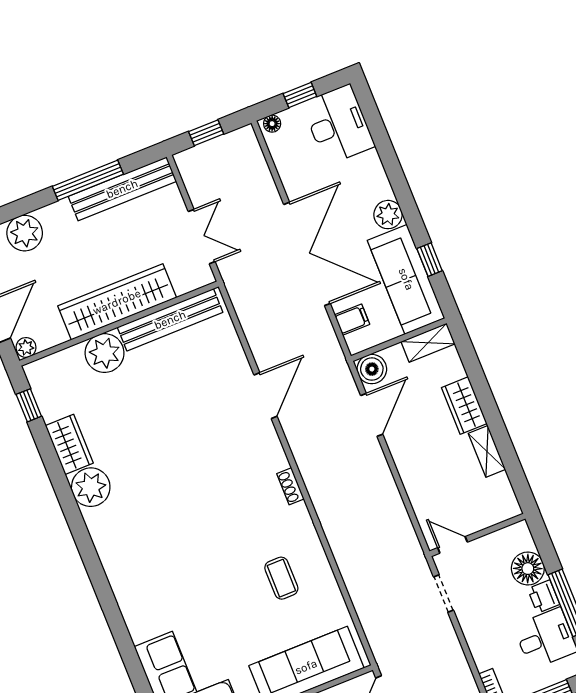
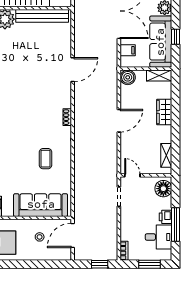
door: (372, 415) -> (119, 121), moved
shelving: (487, 451) -> (166, 155), moved
floor lamp: (528, 569) -> (163, 189), moved

